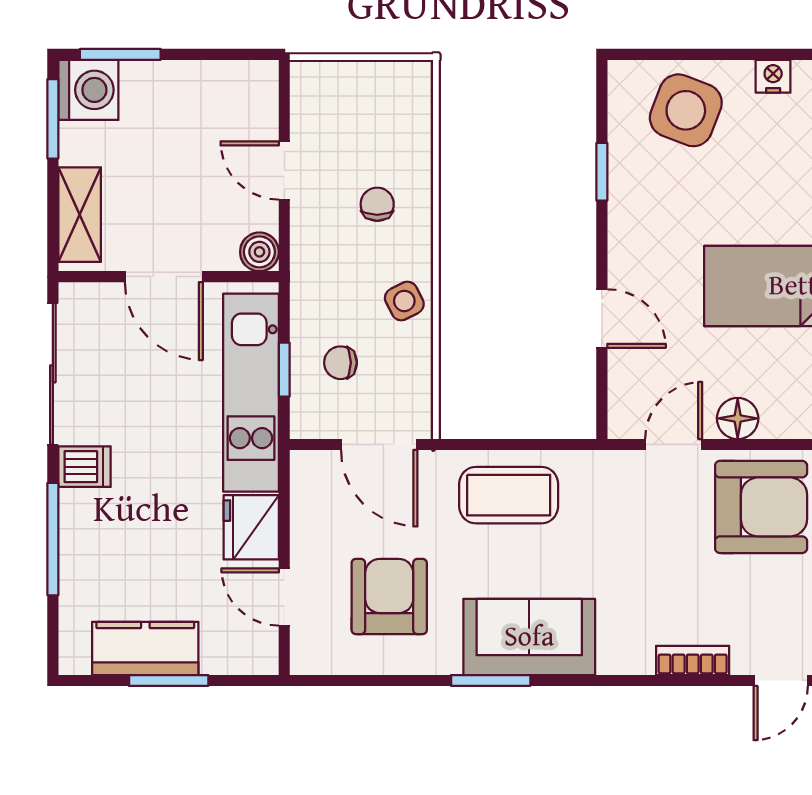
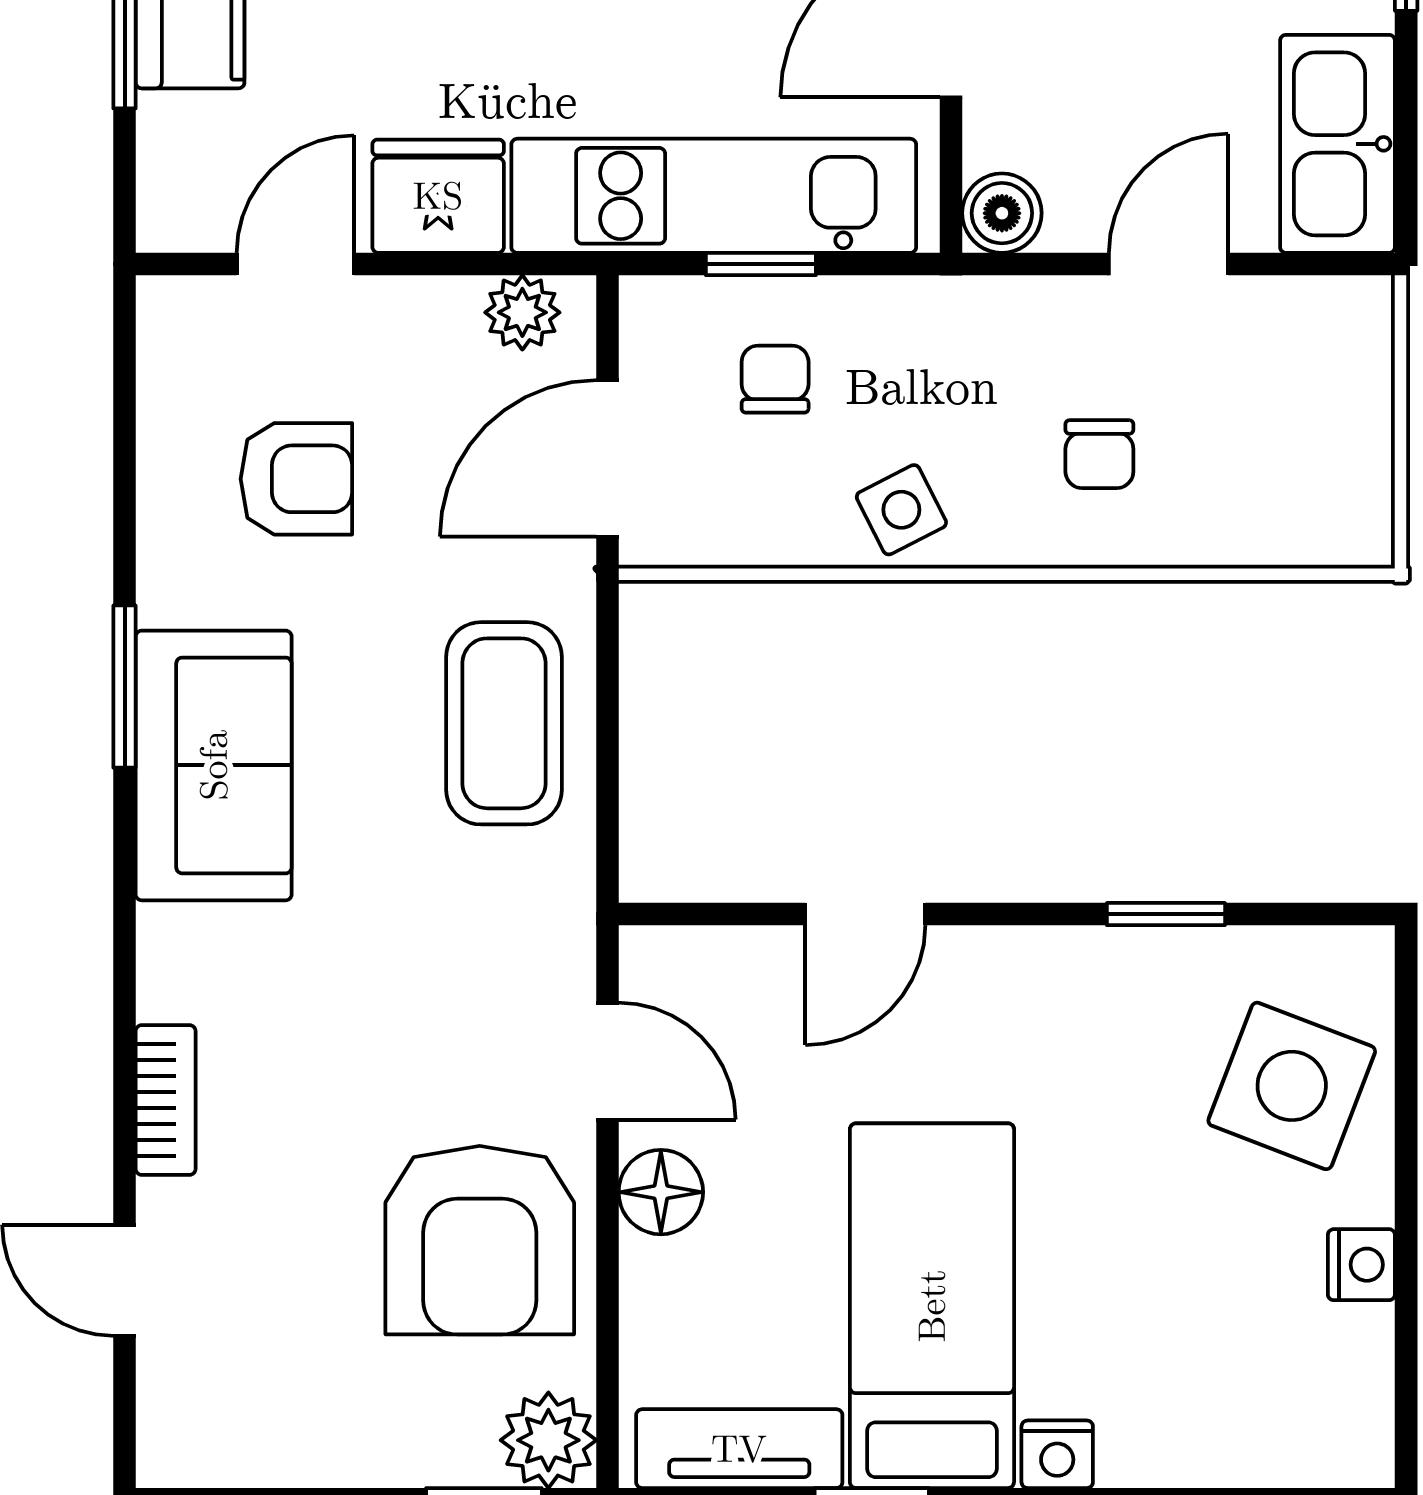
kitchen sink: (226, 88) -> (1338, 144), added
chair: (377, 204) -> (1099, 454), turned 90
plant: (308, 486) -> (522, 312), added
armchair: (389, 597) -> (296, 479), width x0.72, depth x0.72

